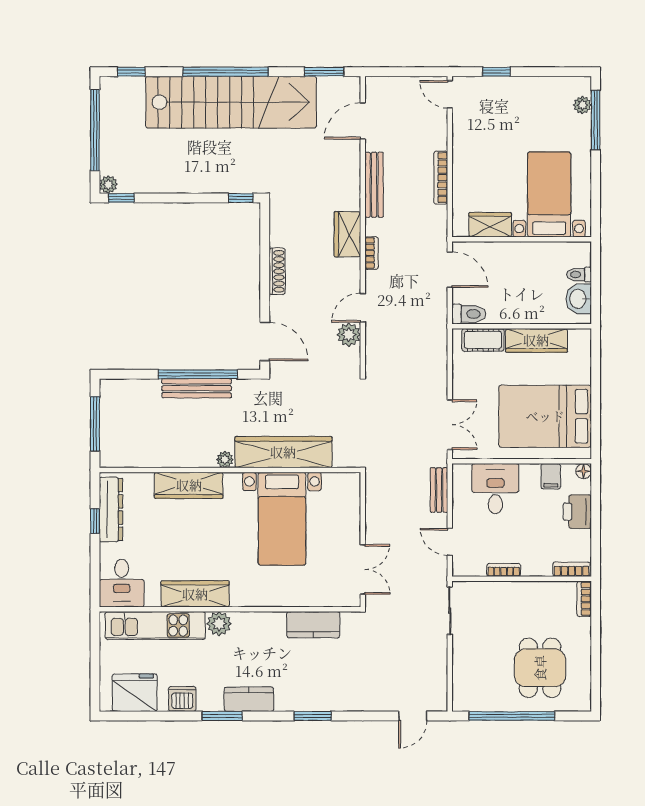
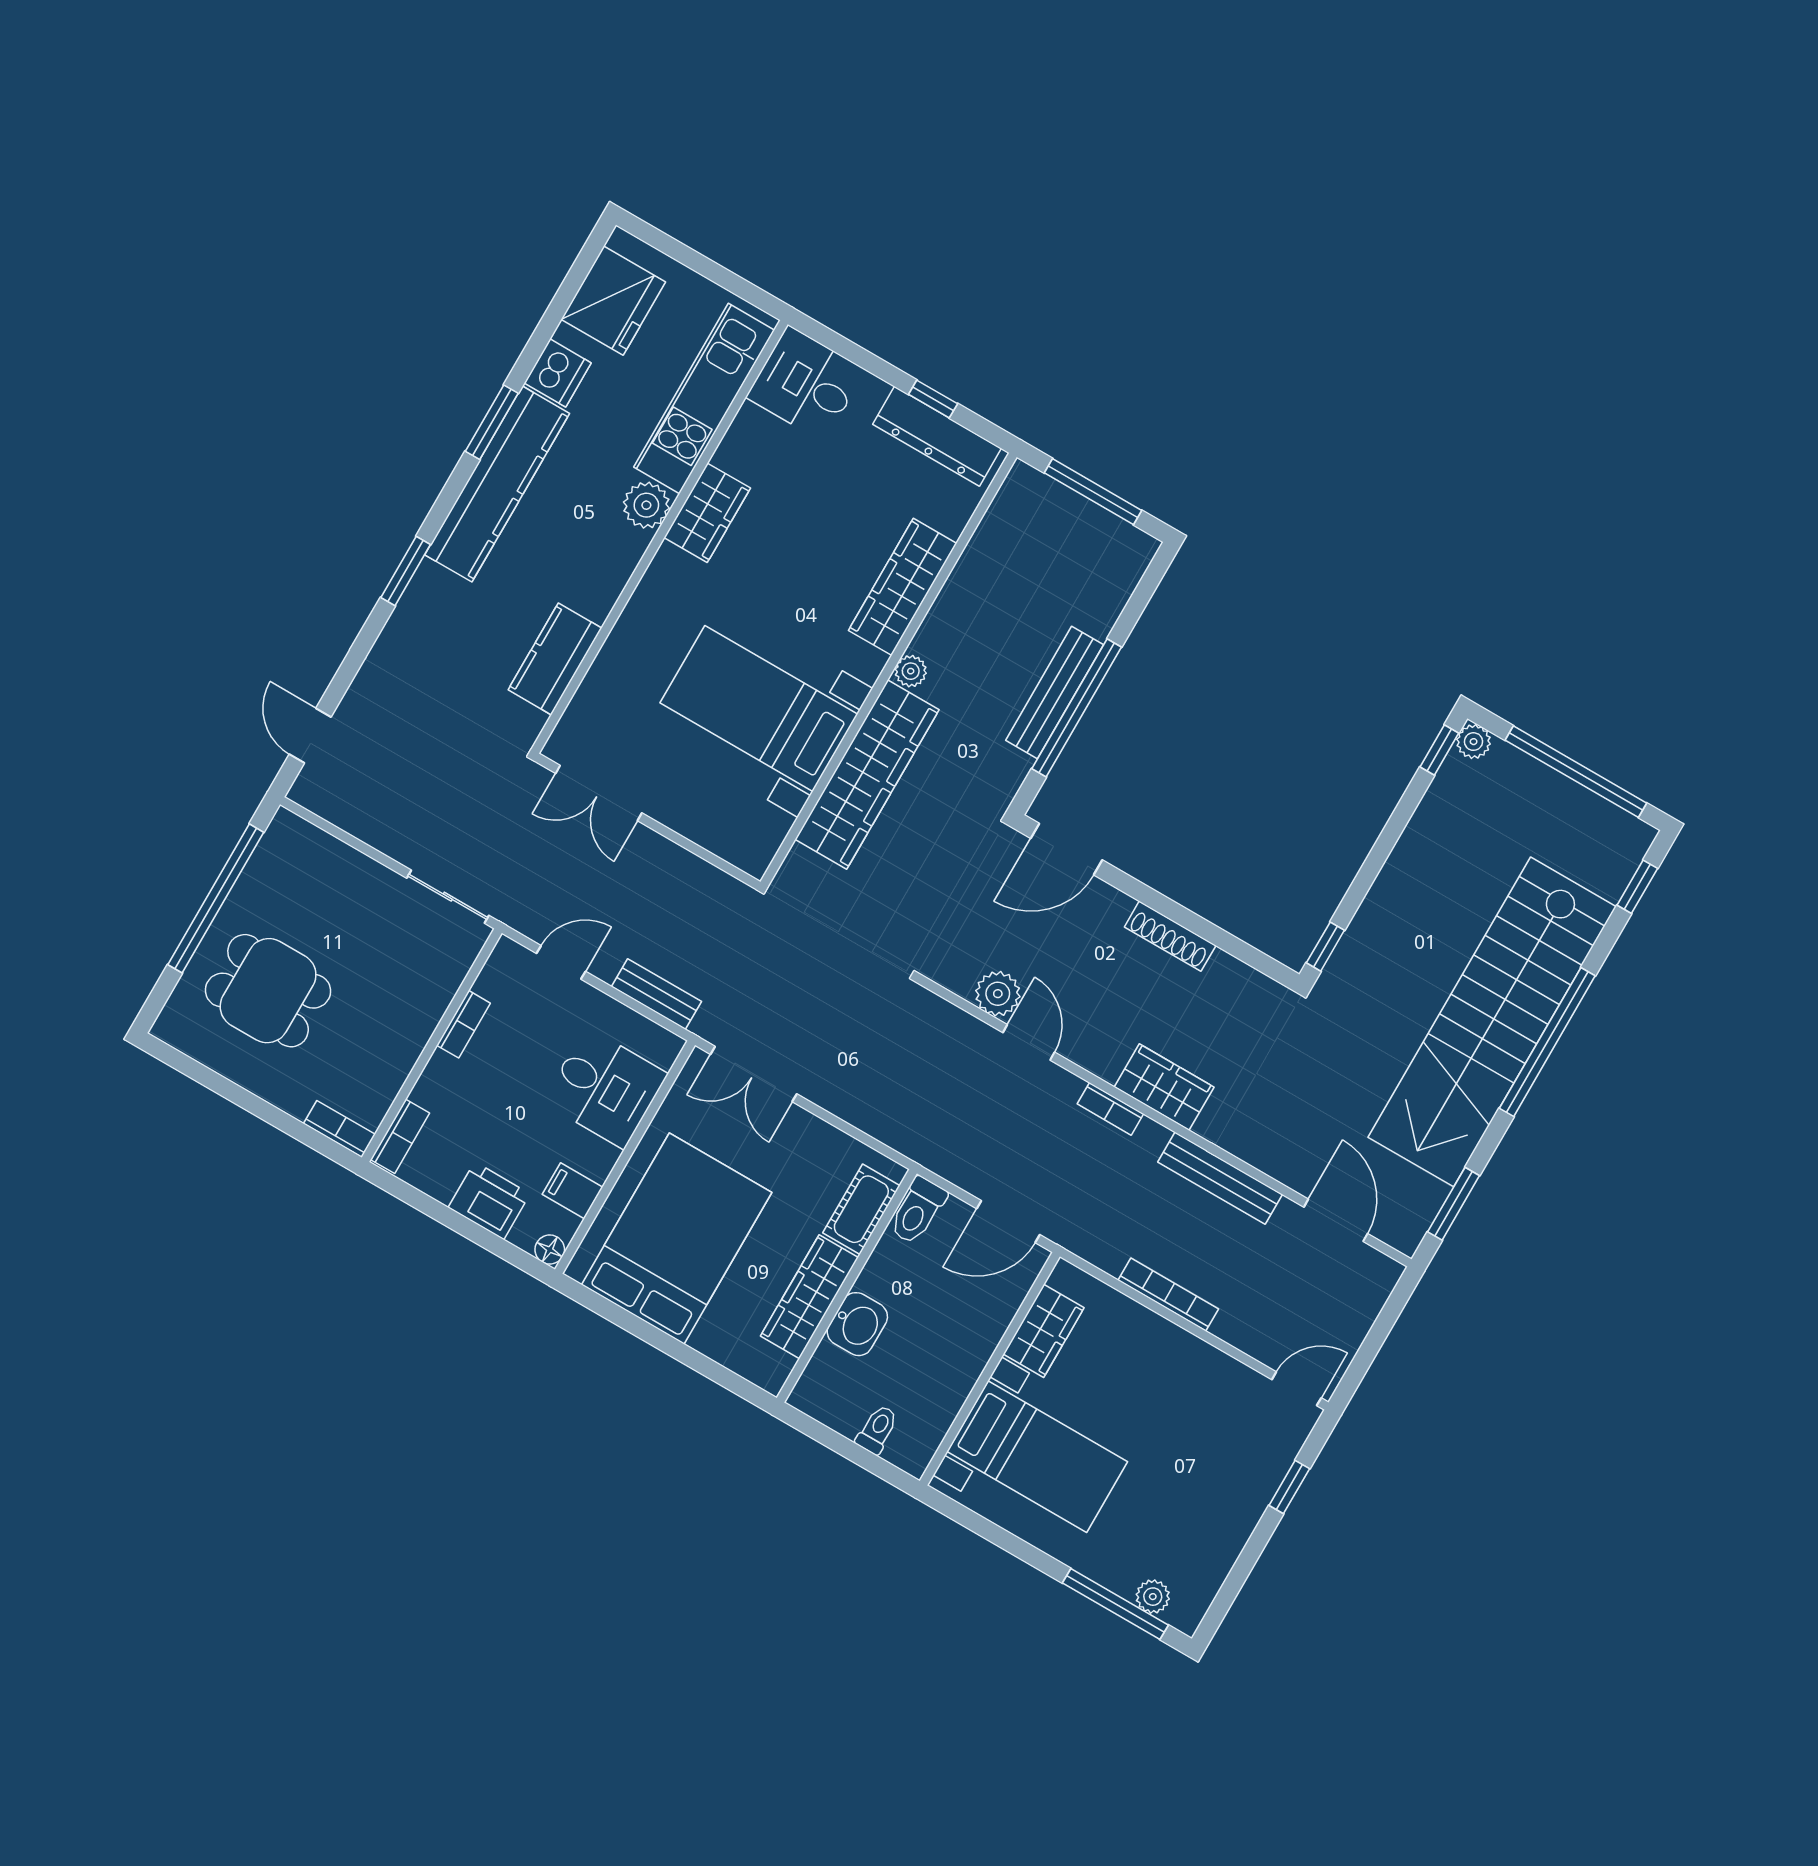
washbasin: (579, 299) -> (857, 1324), moved, turned 90
wardrobe: (195, 594) -> (707, 513), width x0.67
kitchen counter: (249, 699) -> (497, 484), width x2.08, depth x1.17

